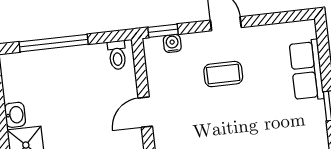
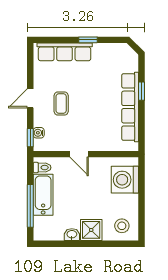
bathtub: (74, 62) -> (43, 195), added
row of seats: (307, 70) -> (65, 52), width x1.48

